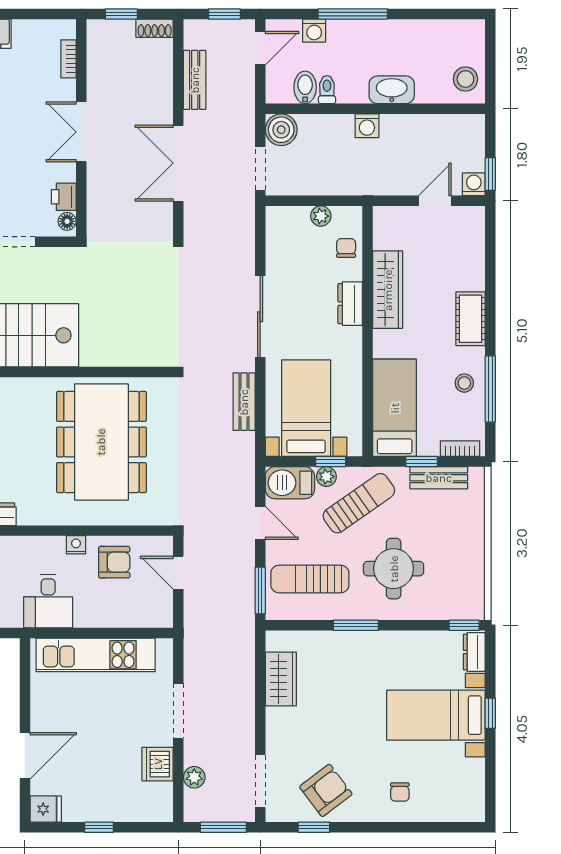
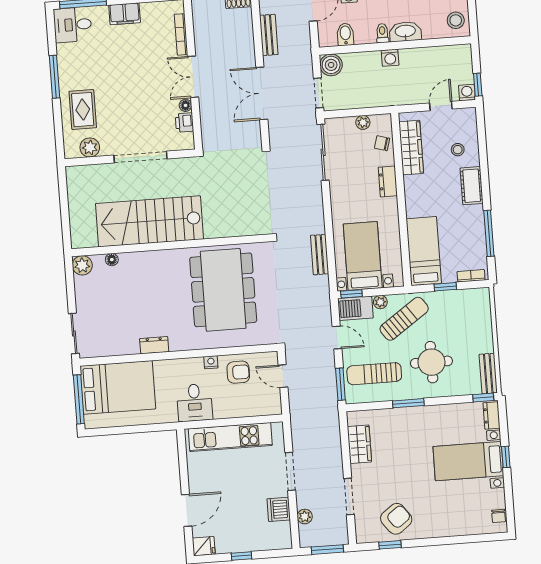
bookcase: (68, 59) -> (181, 34), width x1.56
toilet: (327, 90) -> (382, 33), moved
floor lamp: (67, 221) -> (185, 105), moved
chair: (346, 248) -> (382, 143), turned -74
wardrobe: (388, 290) -> (411, 148), moved
sliding door: (260, 317) -> (323, 152), moved
stool: (464, 383) -> (458, 150), moved
window: (331, 462) -> (351, 294), moved
bench: (439, 478) -> (488, 374), moved, turned 90
doorway: (260, 781) -> (349, 497), moved
chair: (400, 792) -> (499, 516), moved

